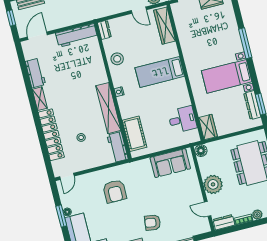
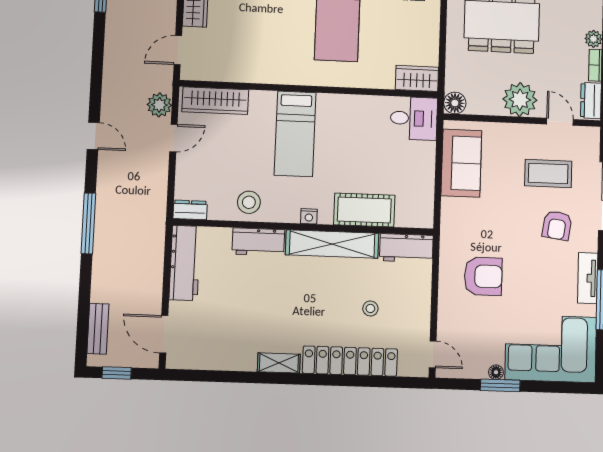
workbench: (35, 73) -> (258, 242), moved, turned 180
desk: (182, 120) -> (414, 118), moved, turned 90
cot: (134, 134) -> (364, 210), moved
door: (208, 209) -> (560, 122), swing flipped
coffee table: (178, 210) -> (548, 173), added

